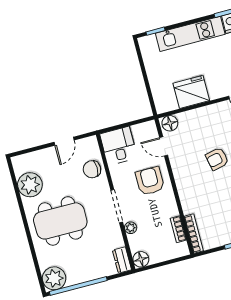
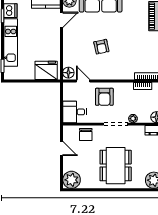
fridge: (191, 92) -> (46, 70), moved, turned 90
door: (164, 146) -> (83, 81), swing flipped
armchair: (150, 181) -> (104, 97), turned -90
plant: (30, 185) -> (72, 180), moved

